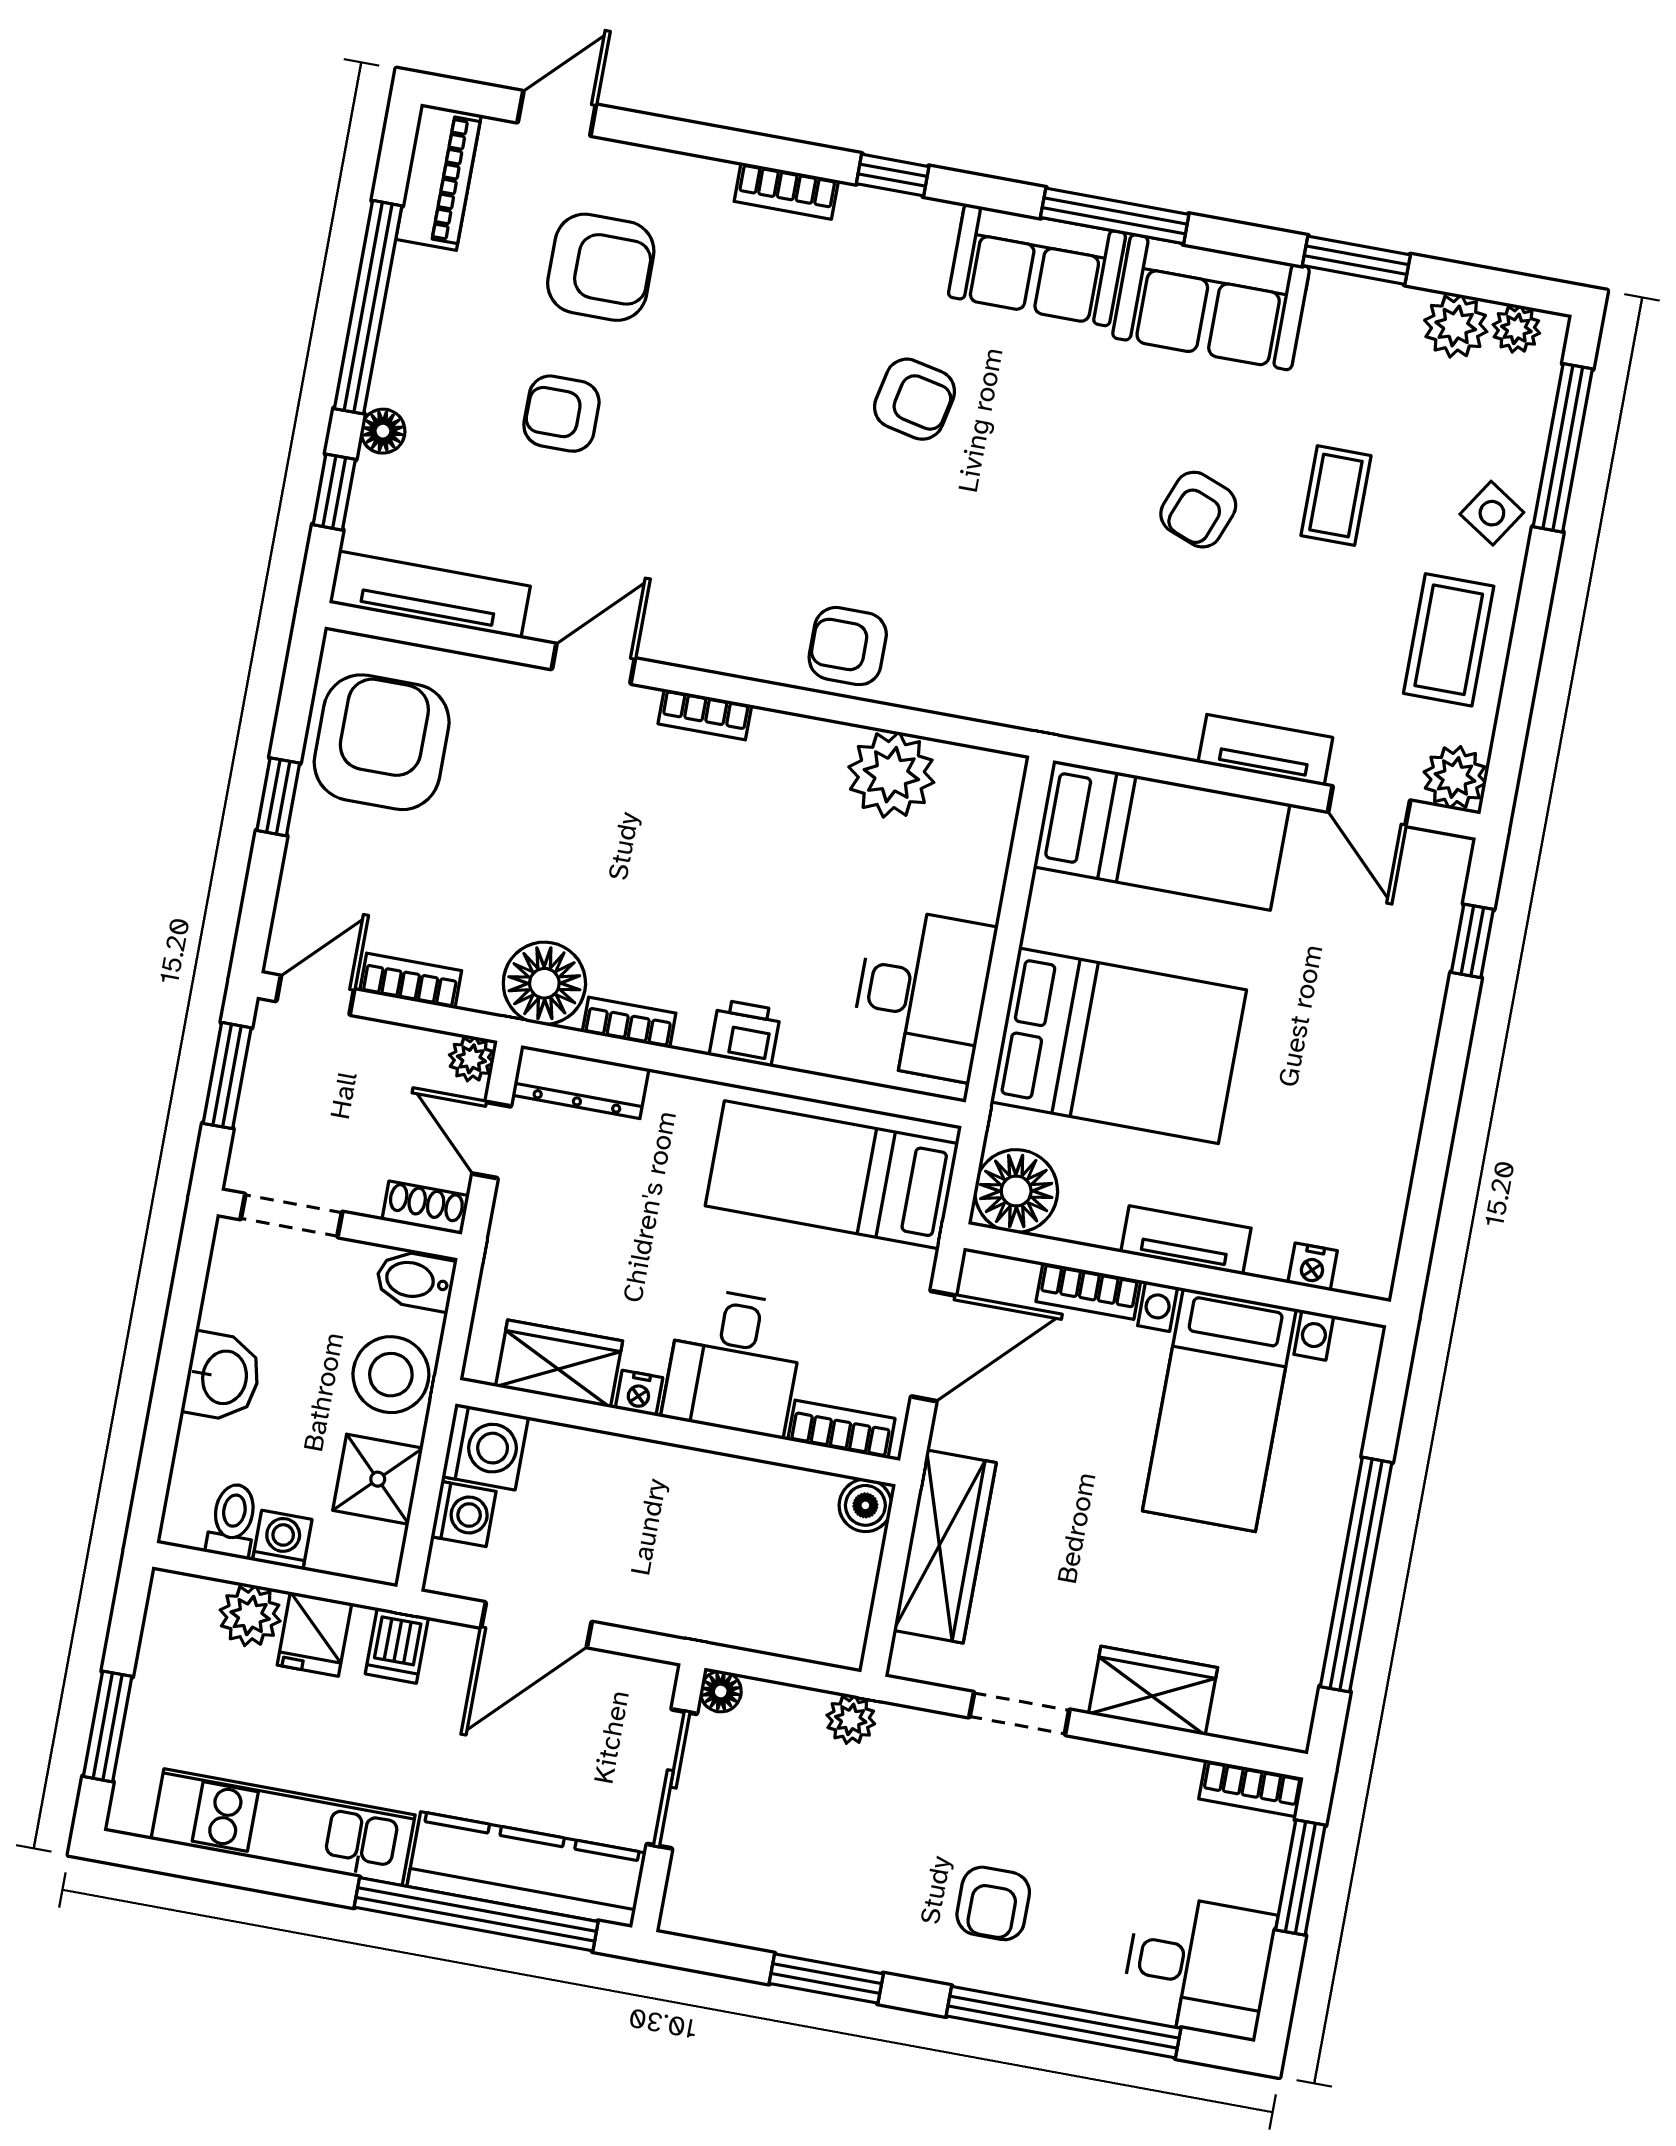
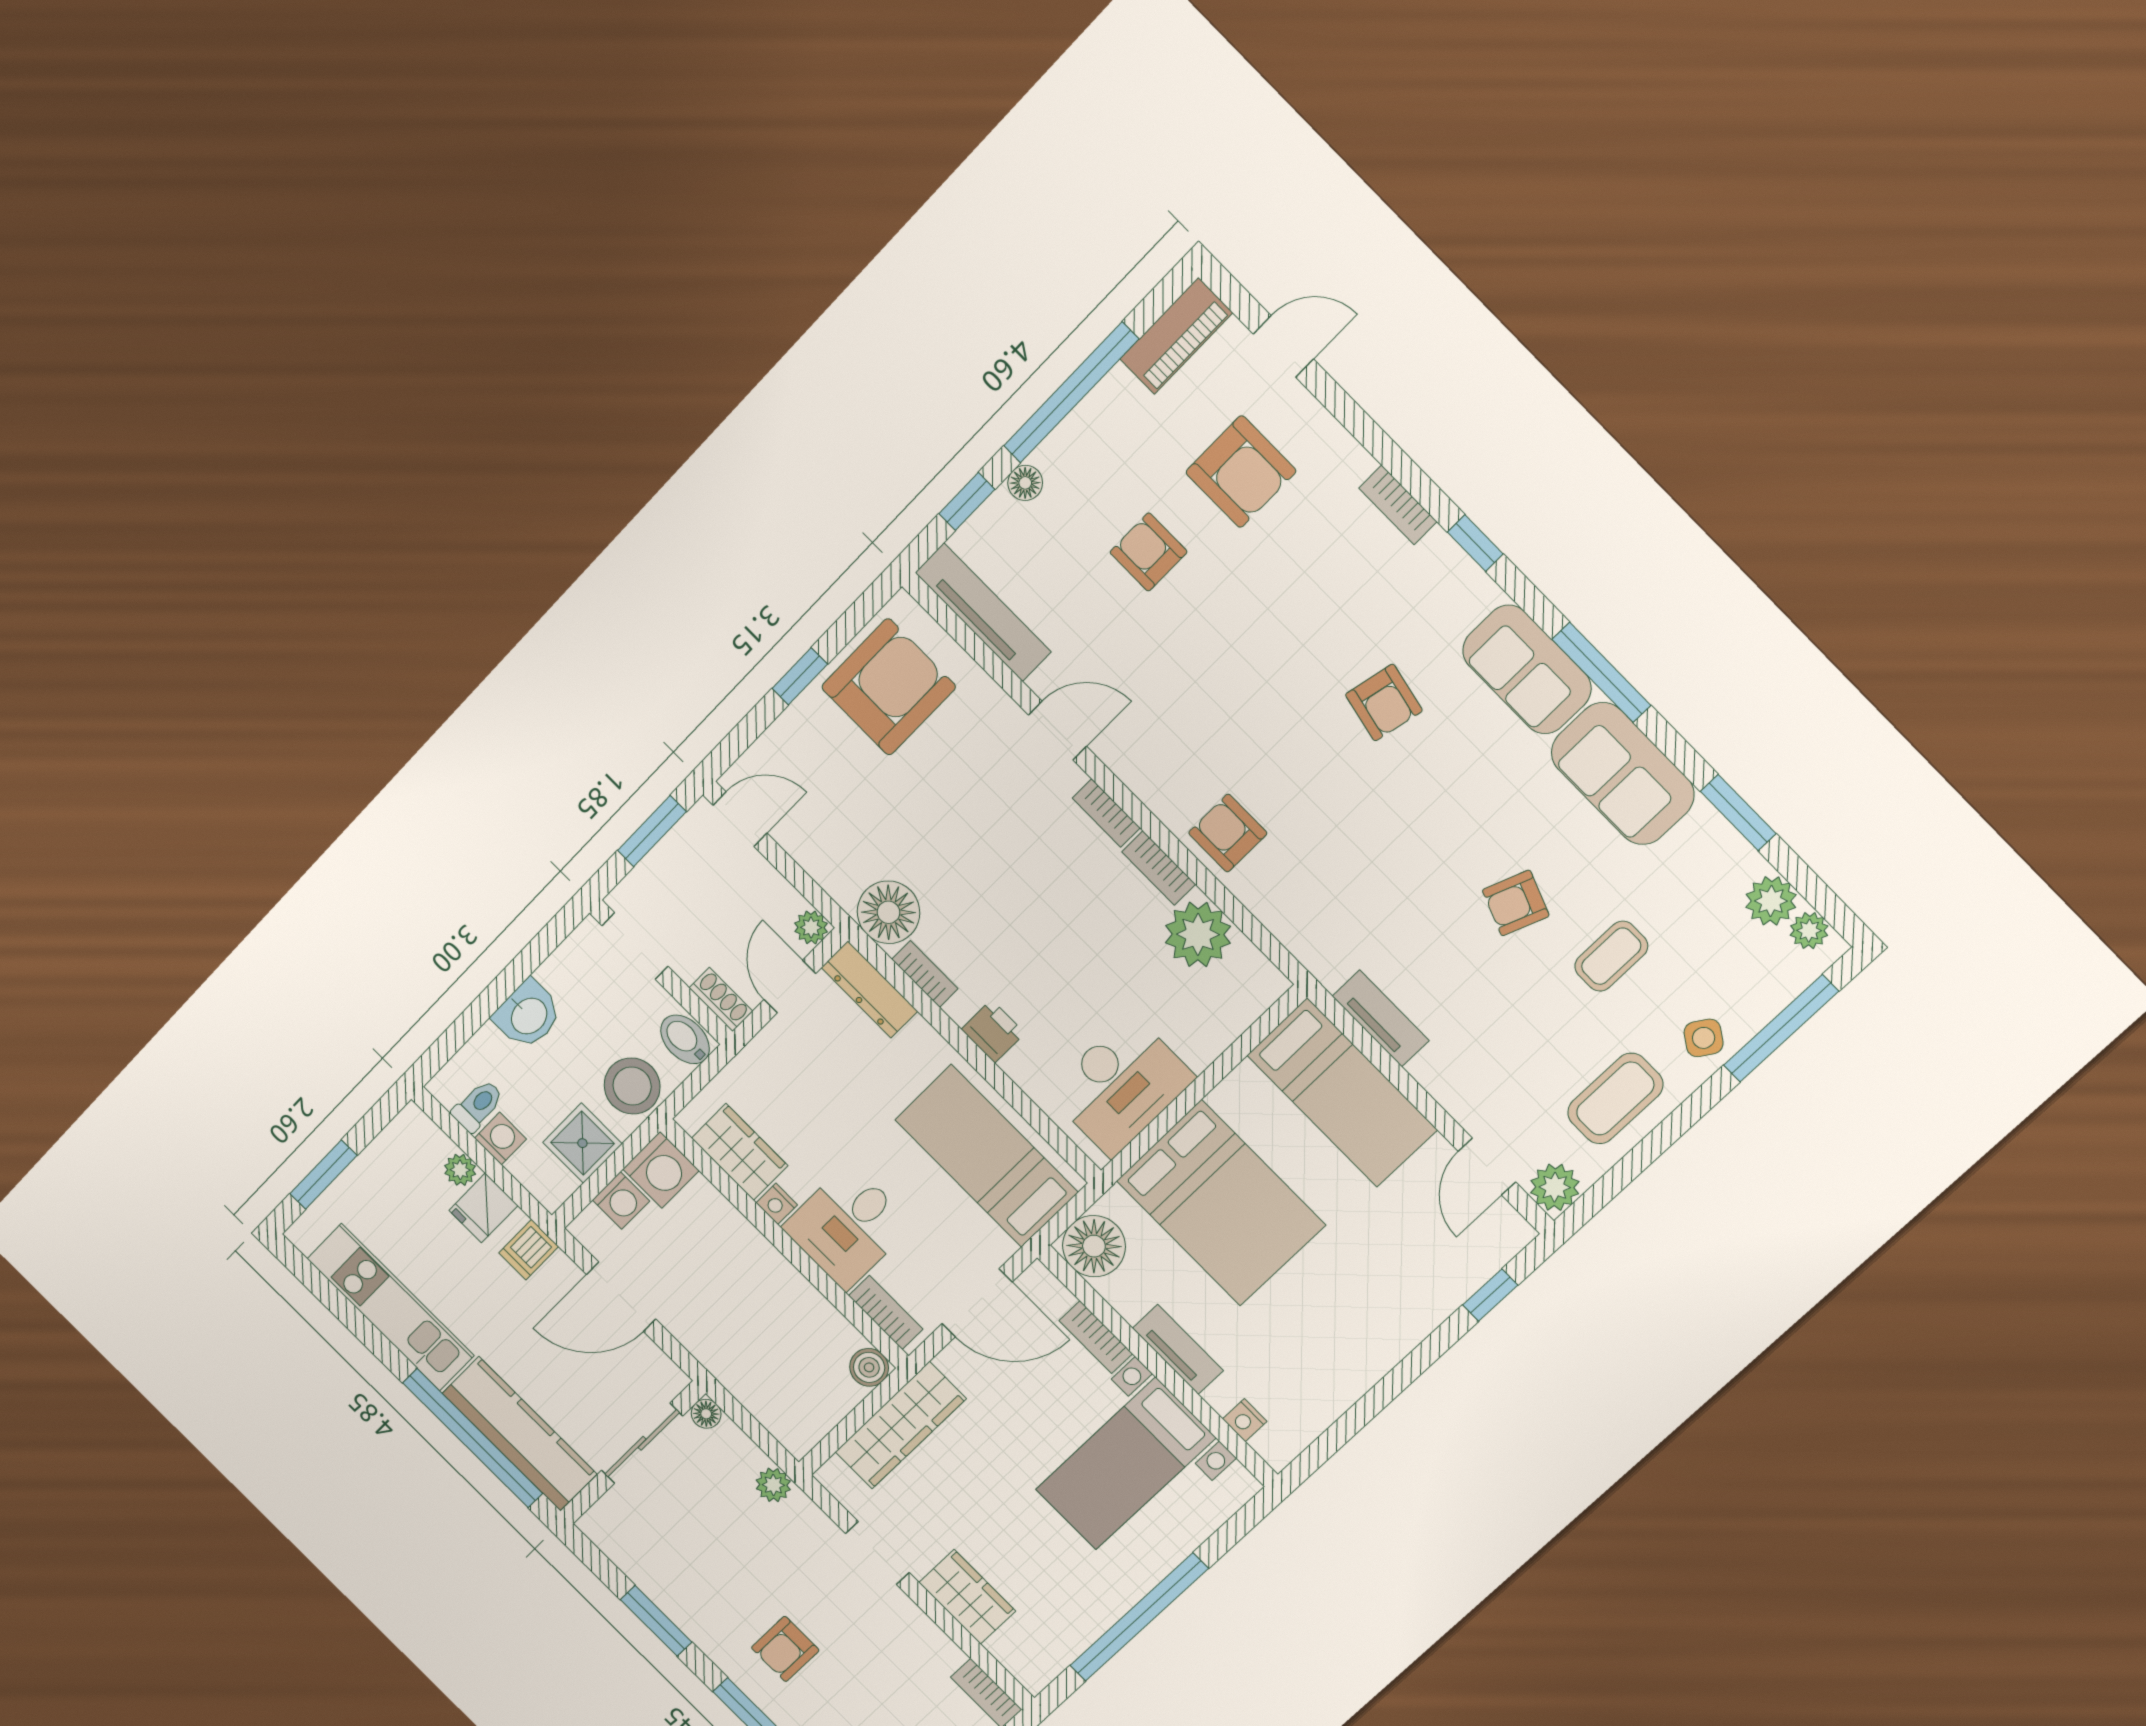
tv unit: (1265, 750) -> (1381, 1018), moved
bookcase: (411, 981) -> (1159, 868), moved, turned 180
plant: (250, 1616) -> (460, 1170), width x0.73, depth x0.73

